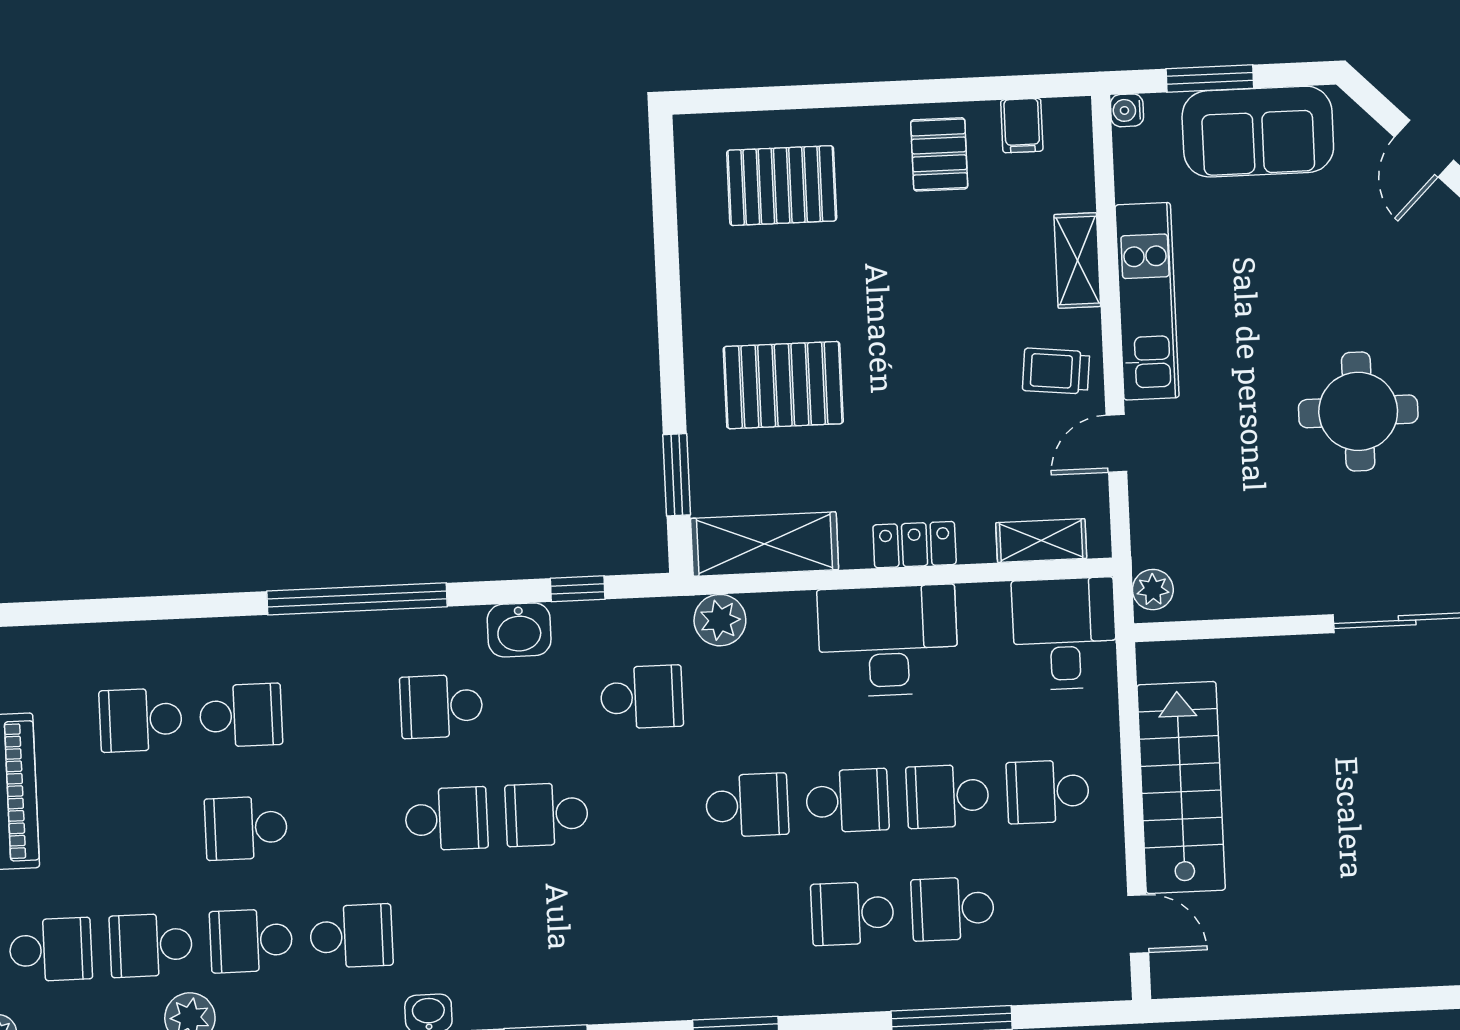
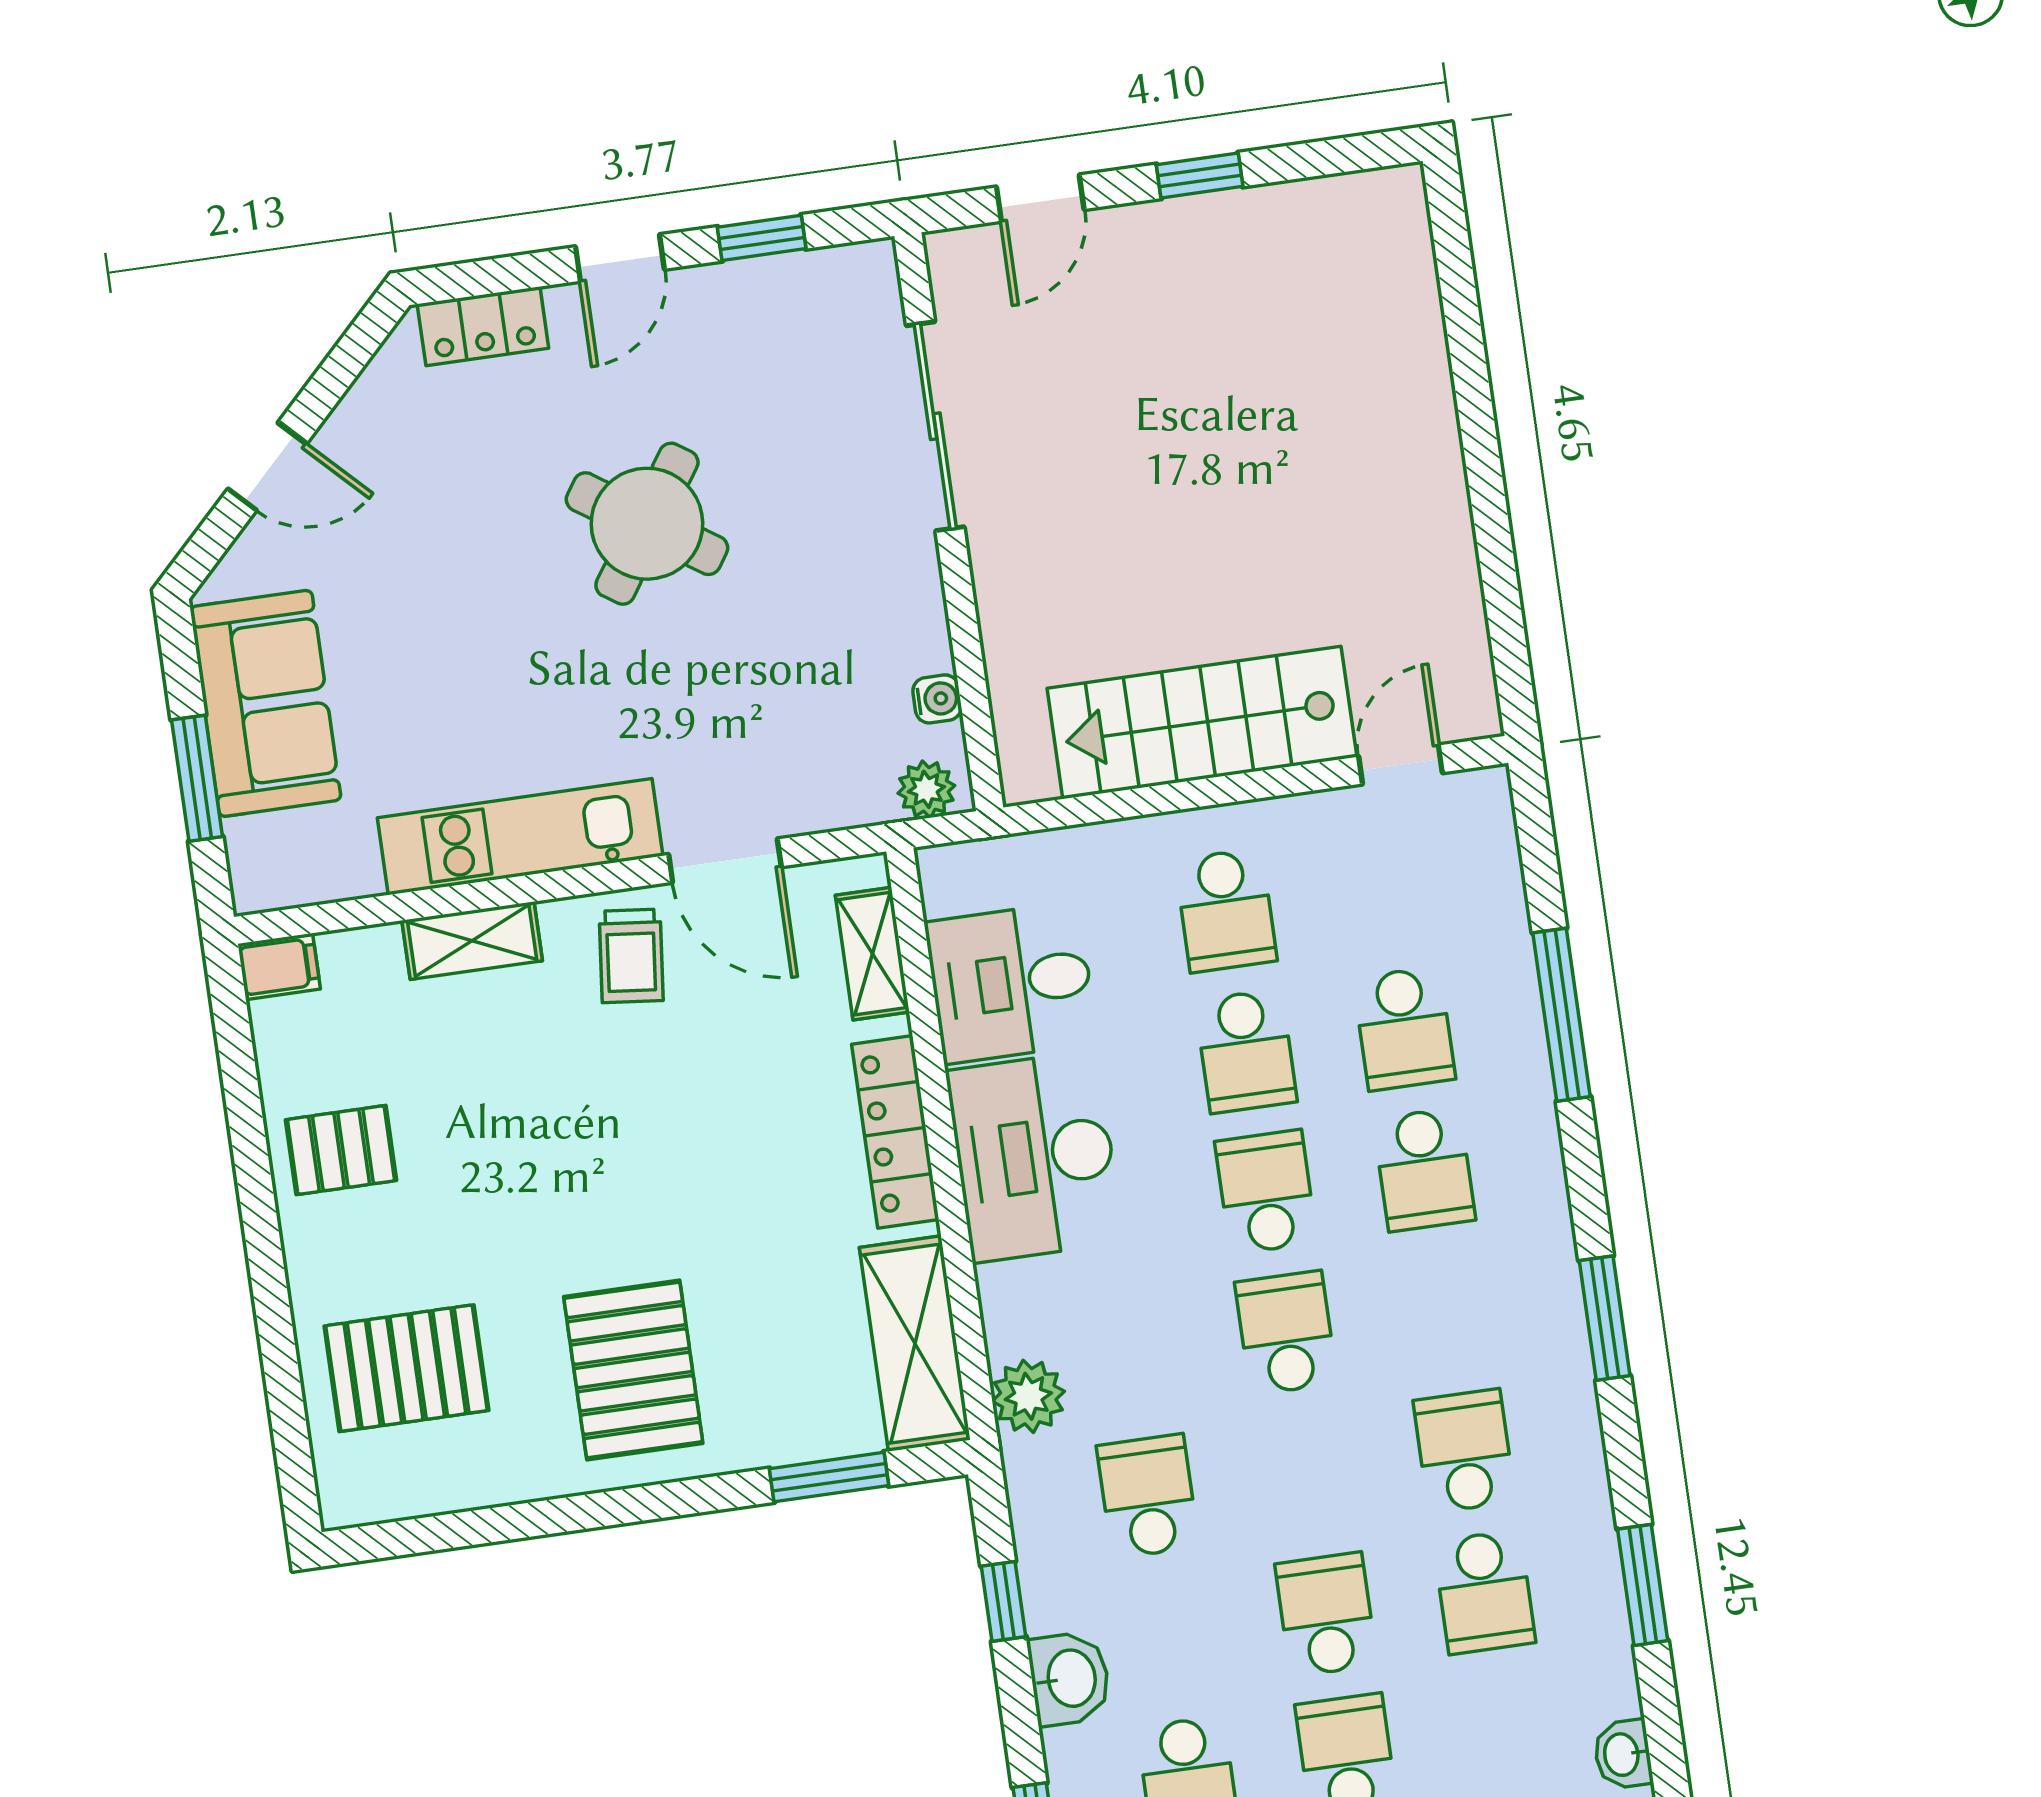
water cooler: (1127, 110) -> (937, 699), moved, turned -90
filing cabinet: (1022, 126) -> (279, 966), moved
pallet: (782, 186) -> (406, 1368), turned 90
pallet: (783, 385) -> (633, 1370), moved
round table: (1358, 411) -> (647, 524), turned 34
door: (1116, 443) -> (725, 861), width x1.37
locker: (915, 545) -> (895, 1132), width x1.53
desk: (1064, 634) -> (1011, 983), moved
school desk: (547, 814) -> (1326, 1615), turned 180
school desk: (652, 922) -> (1464, 1451), added
school desk: (552, 927) -> (1484, 1592), added

